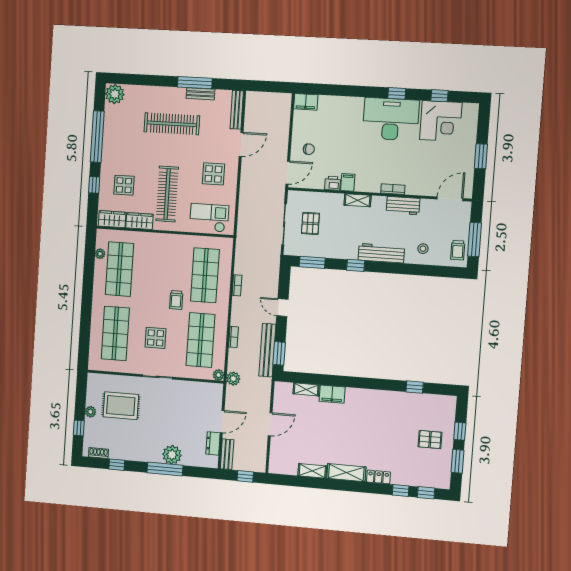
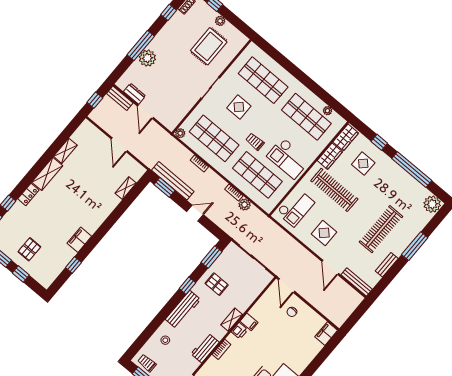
window: (195, 83) -> (415, 246), moved
printer: (333, 183) -> (239, 331), moved
pallet: (310, 223) -> (217, 284), moved
checkout: (169, 258) -> (288, 158), added
plant: (233, 379) -> (245, 205), moved
filing cabinet: (332, 394) -> (79, 240), moved

